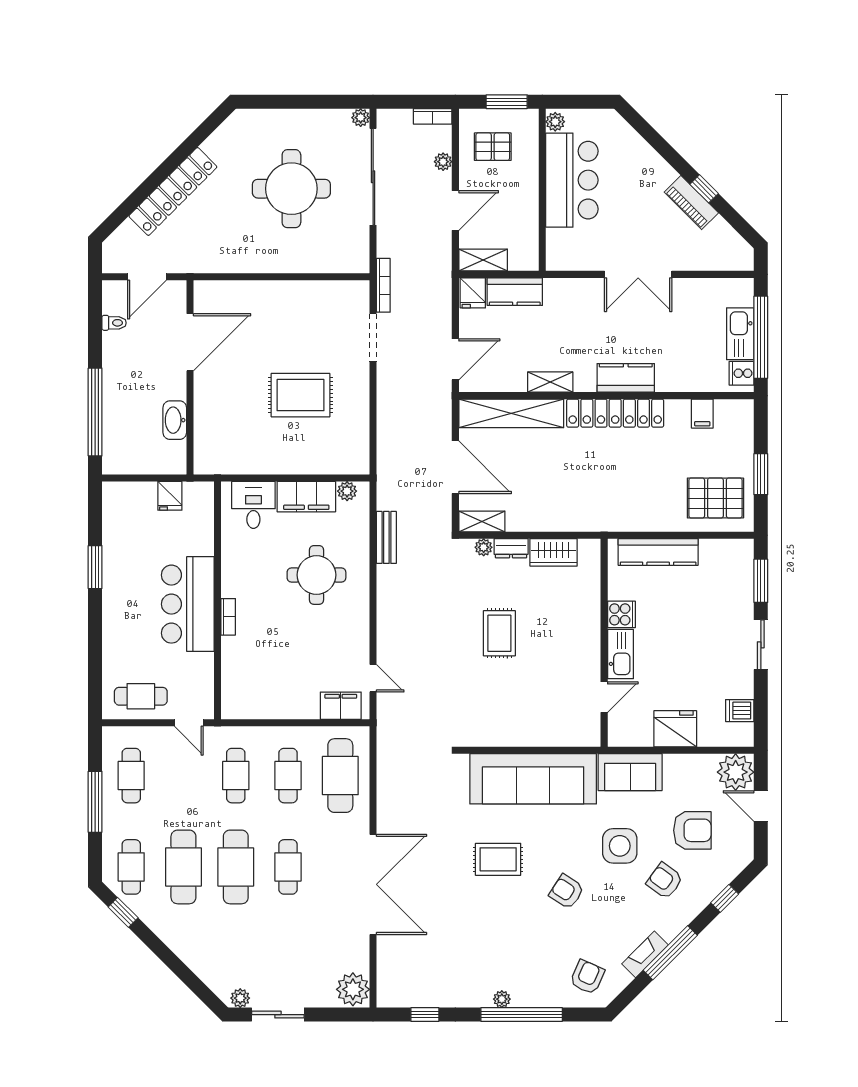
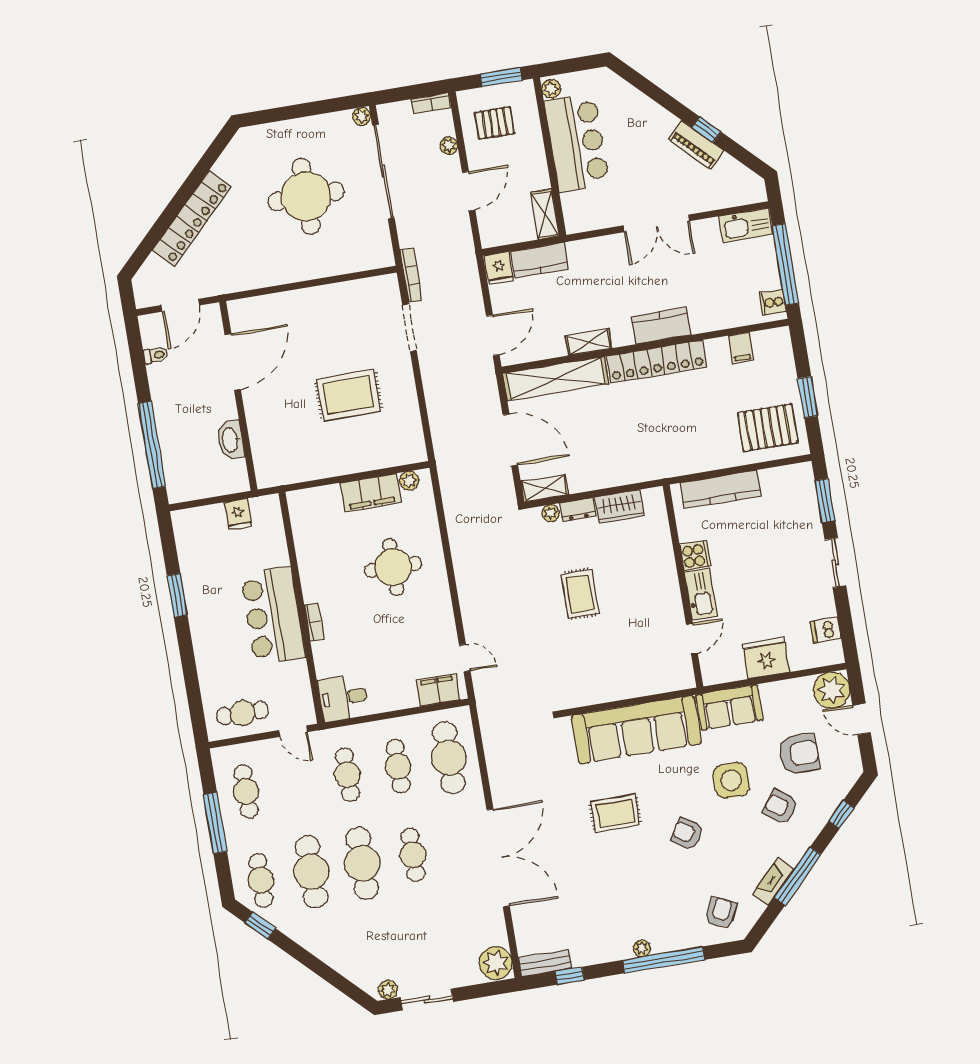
shelving: (483, 260) -> (545, 214), moved, turned 90
kitchen sink: (740, 334) -> (746, 225), moved, turned -90
desk: (253, 505) -> (343, 698), moved, turned -90
bench: (386, 537) -> (545, 963), moved, turned 90

